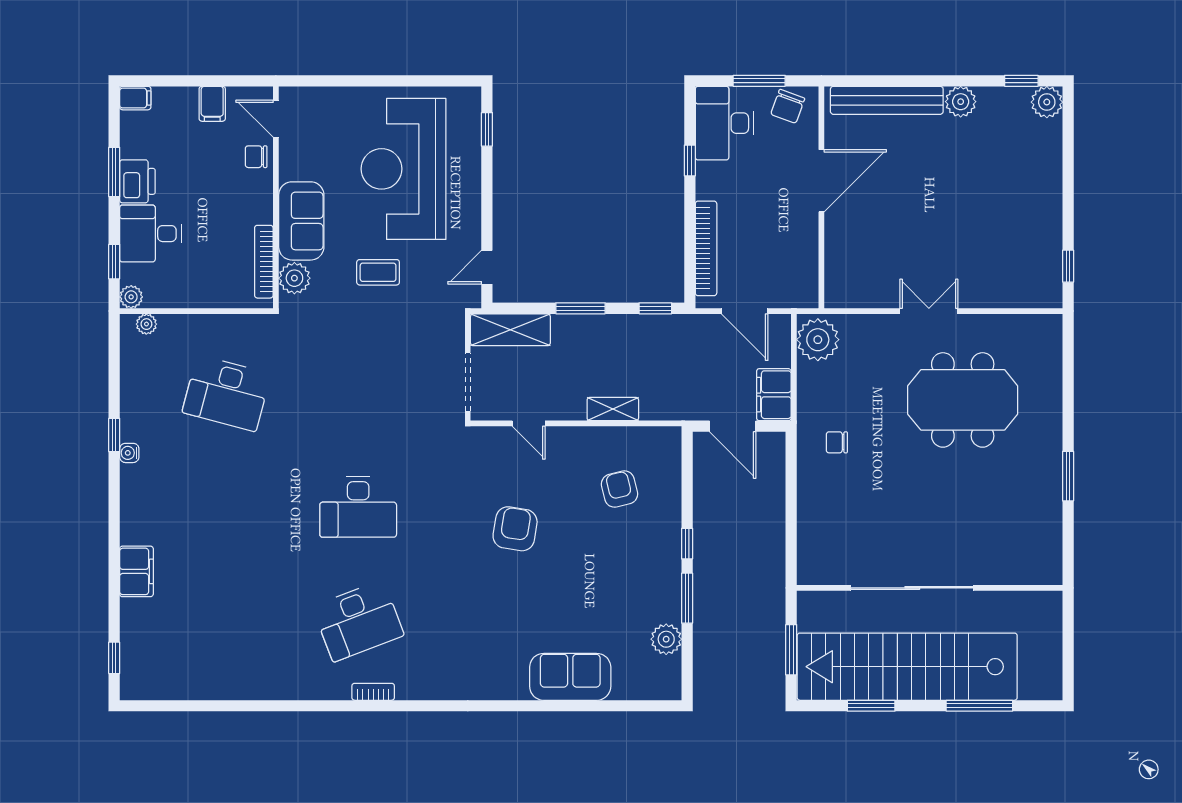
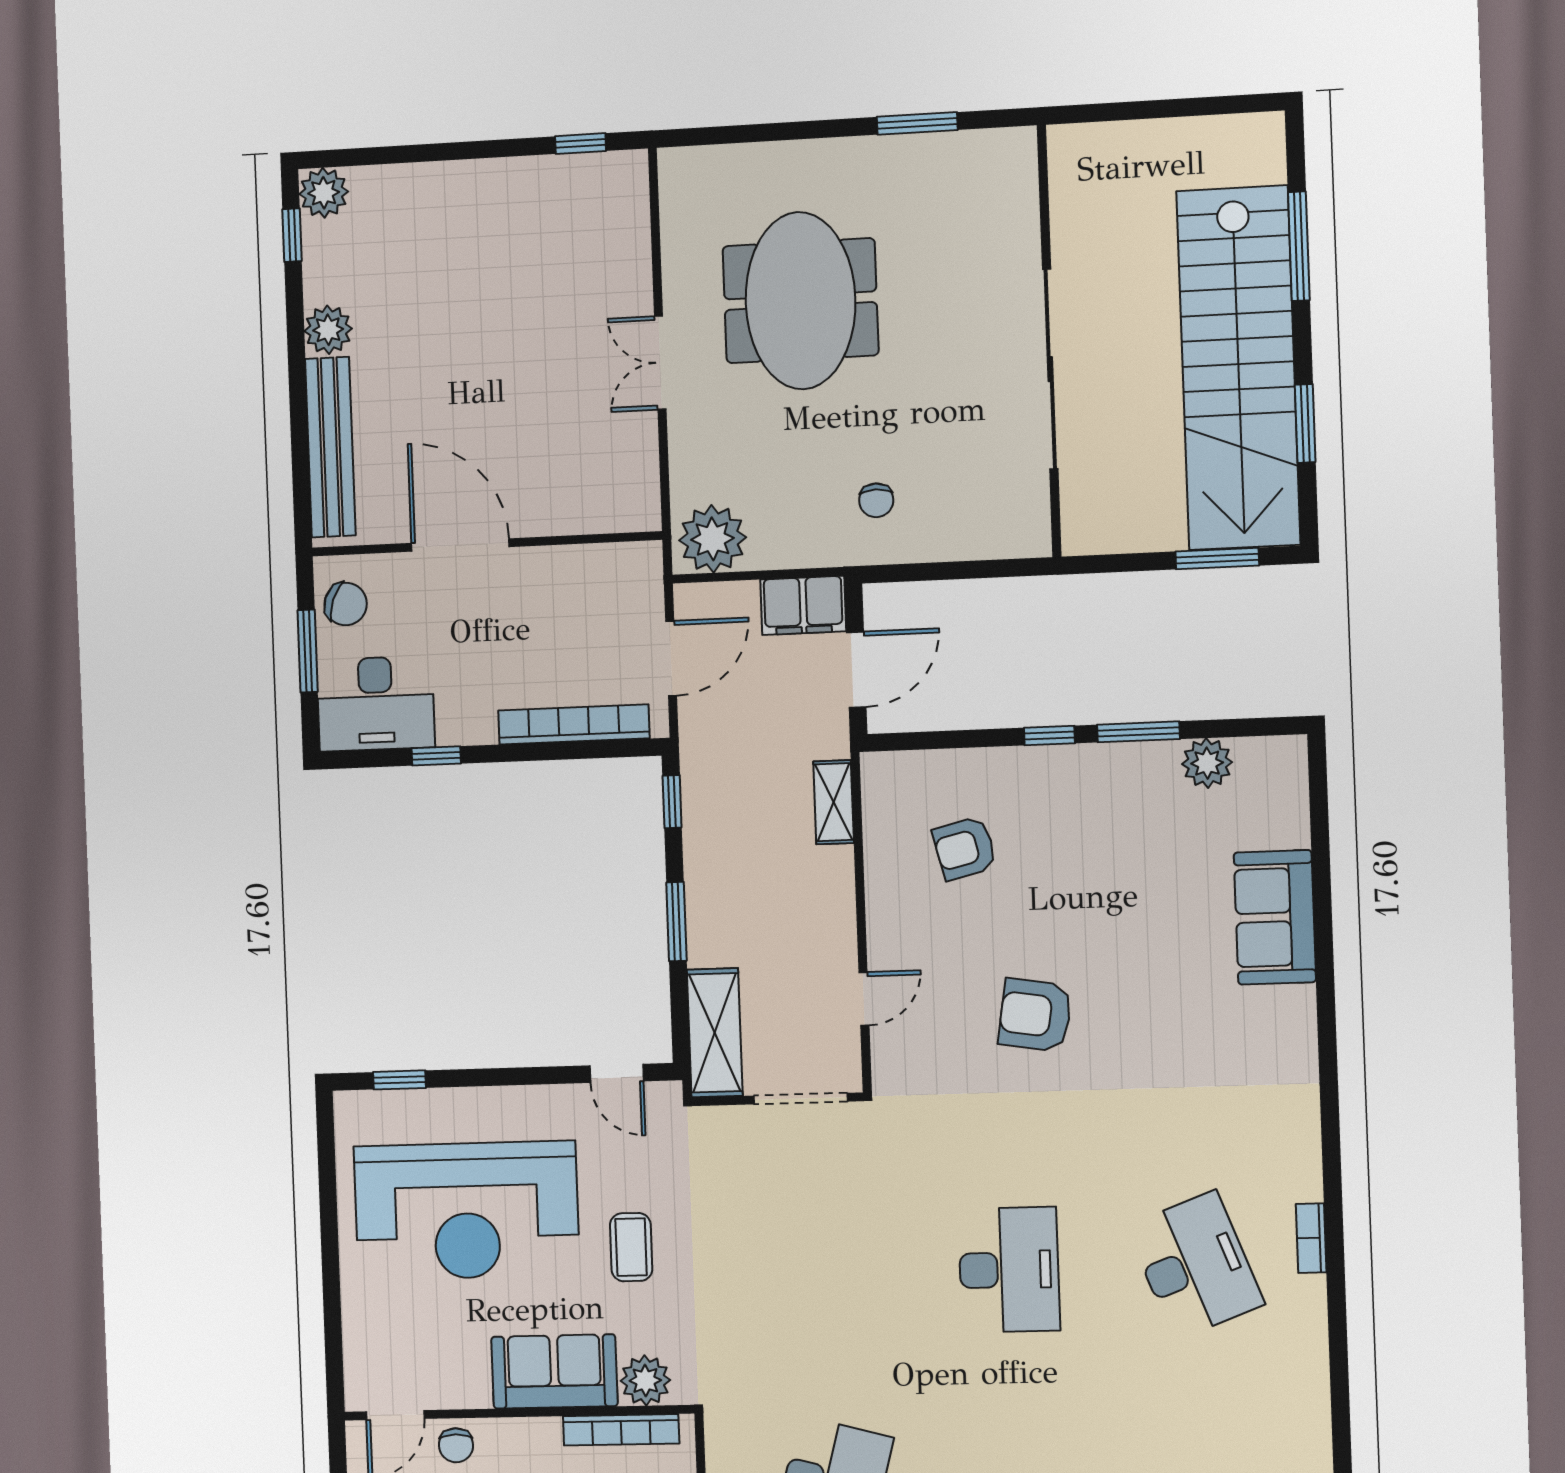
shelving: (613, 409) -> (834, 802), moved
sliding door: (912, 588) -> (1050, 369), moved
wall: (930, 588) -> (1049, 341), moved

